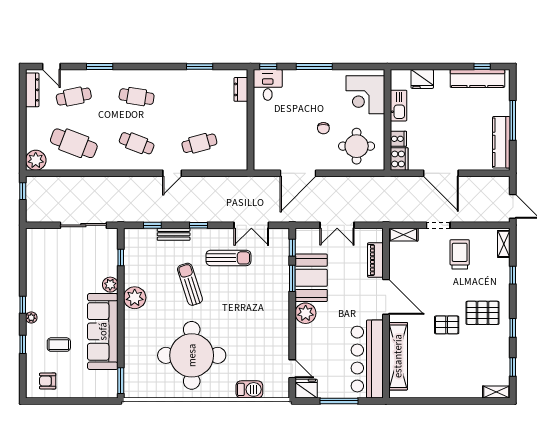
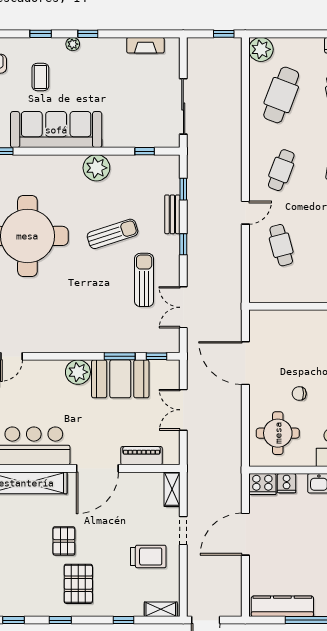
door: (172, 173) -> (245, 213), swing flipped
fireplace: (32, 257) -> (145, 45), added
sun lounger: (228, 258) -> (144, 280), turned 180
plant: (110, 285) -> (112, 139), removed

